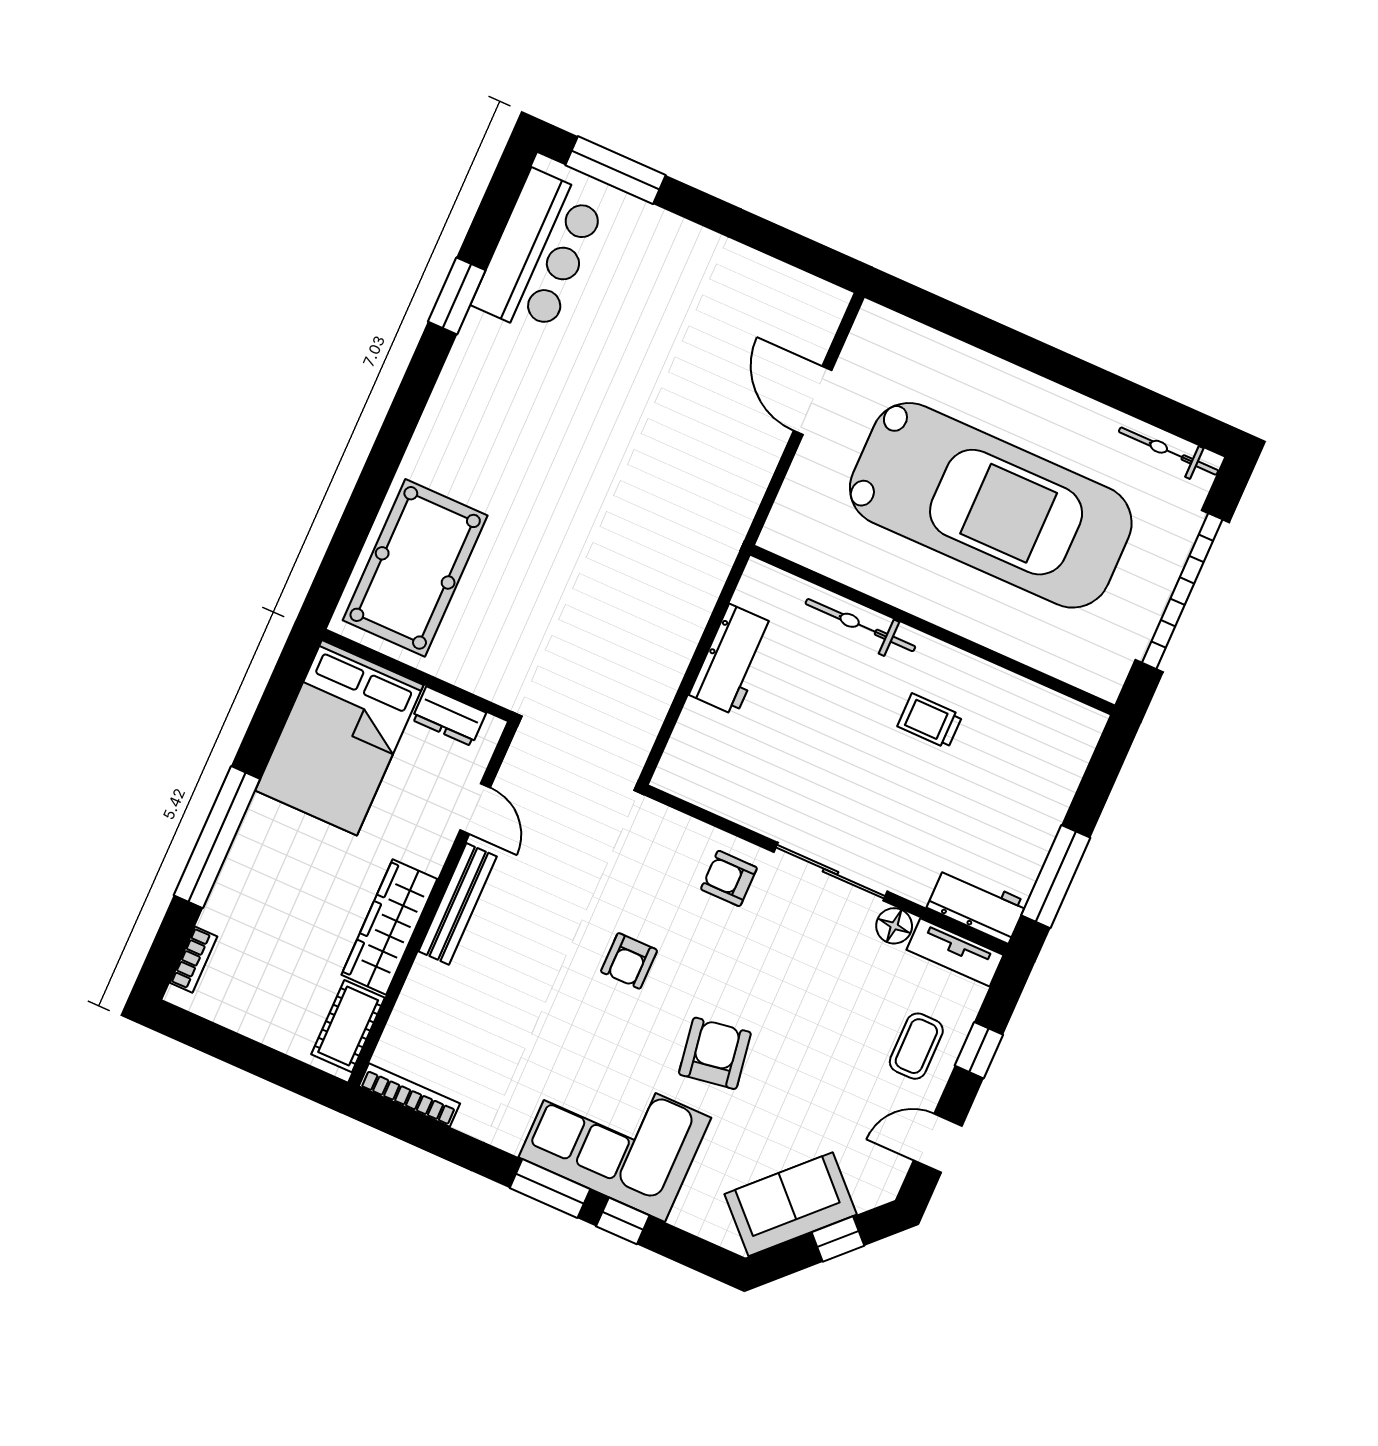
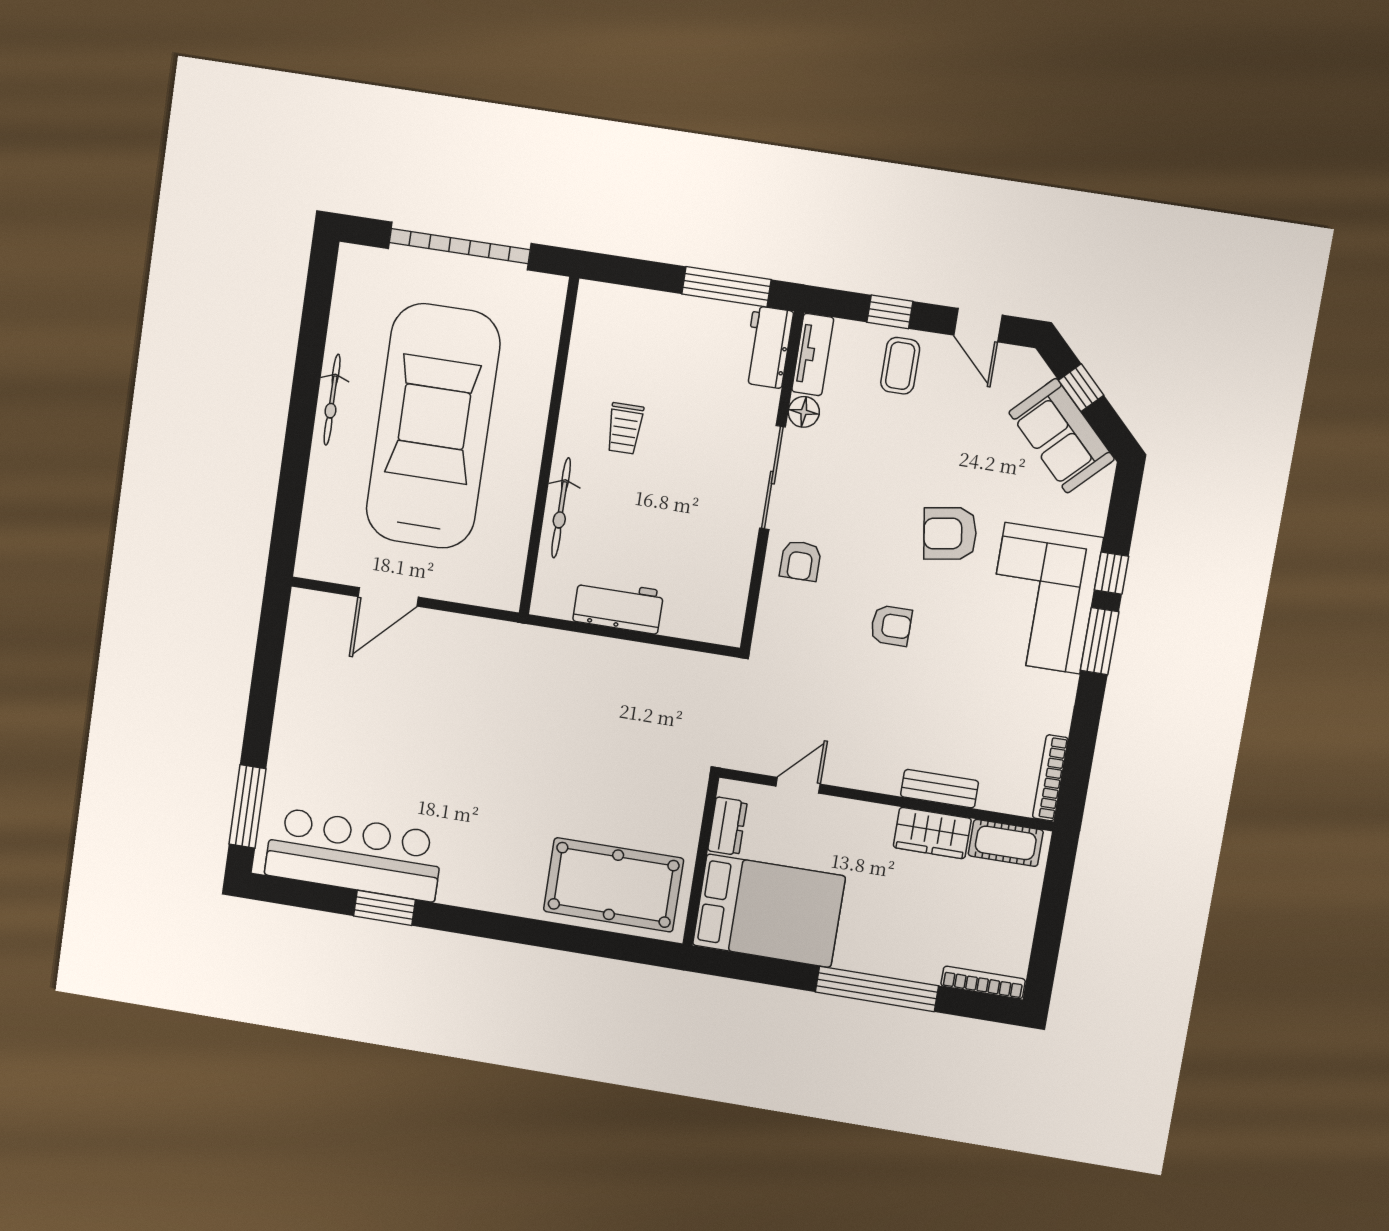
bar counter: (539, 253) -> (354, 854), width x1.36
bicycle: (1169, 451) -> (332, 400), moved
bench: (458, 904) -> (940, 789), moved, width x0.73
wardrobe: (389, 927) -> (932, 833), width x0.67
bookcase: (194, 960) -> (983, 982), width x1.56
coffee table: (916, 1046) -> (900, 366), turned 90

